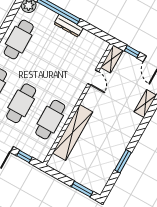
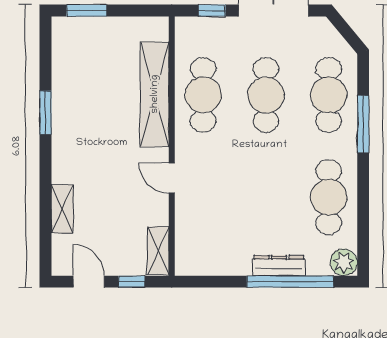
dresser: (69, 26) -> (279, 266), moved
door: (93, 78) -> (172, 178), moved
window: (123, 161) -> (45, 113), moved

